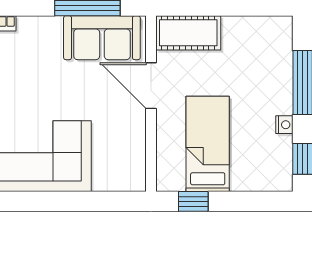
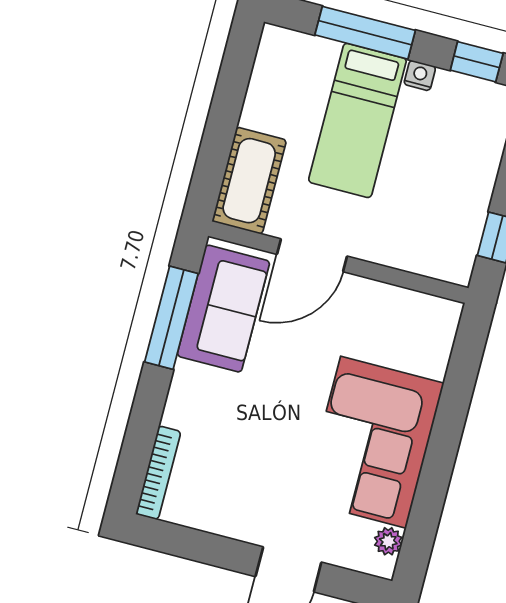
bed: (208, 144) -> (357, 120), moved, turned -90

